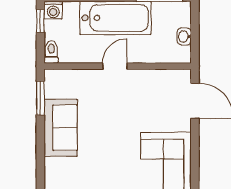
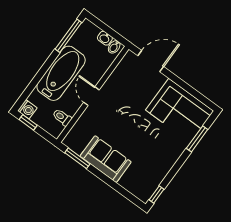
toilet: (51, 52) -> (62, 117), moved
bidet: (182, 53) -> (114, 47), added

